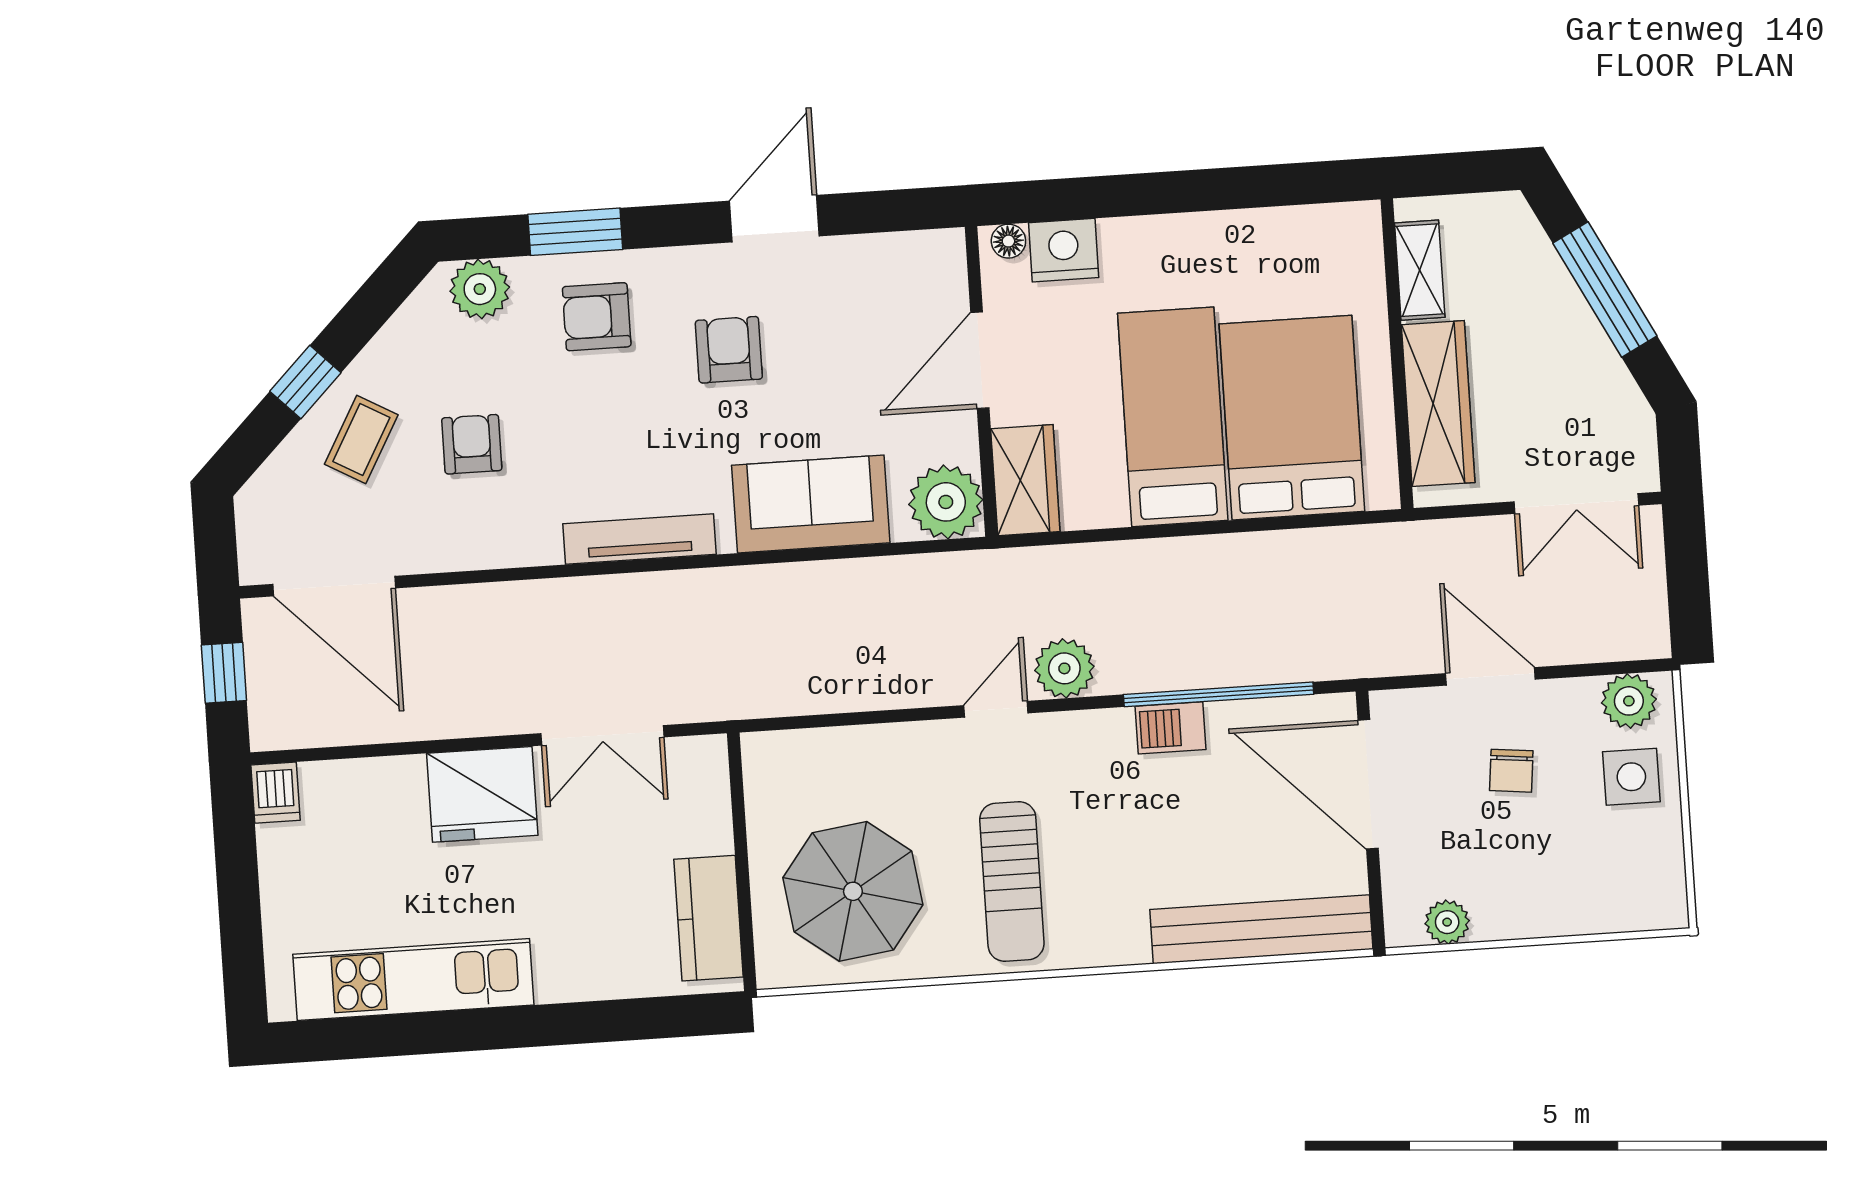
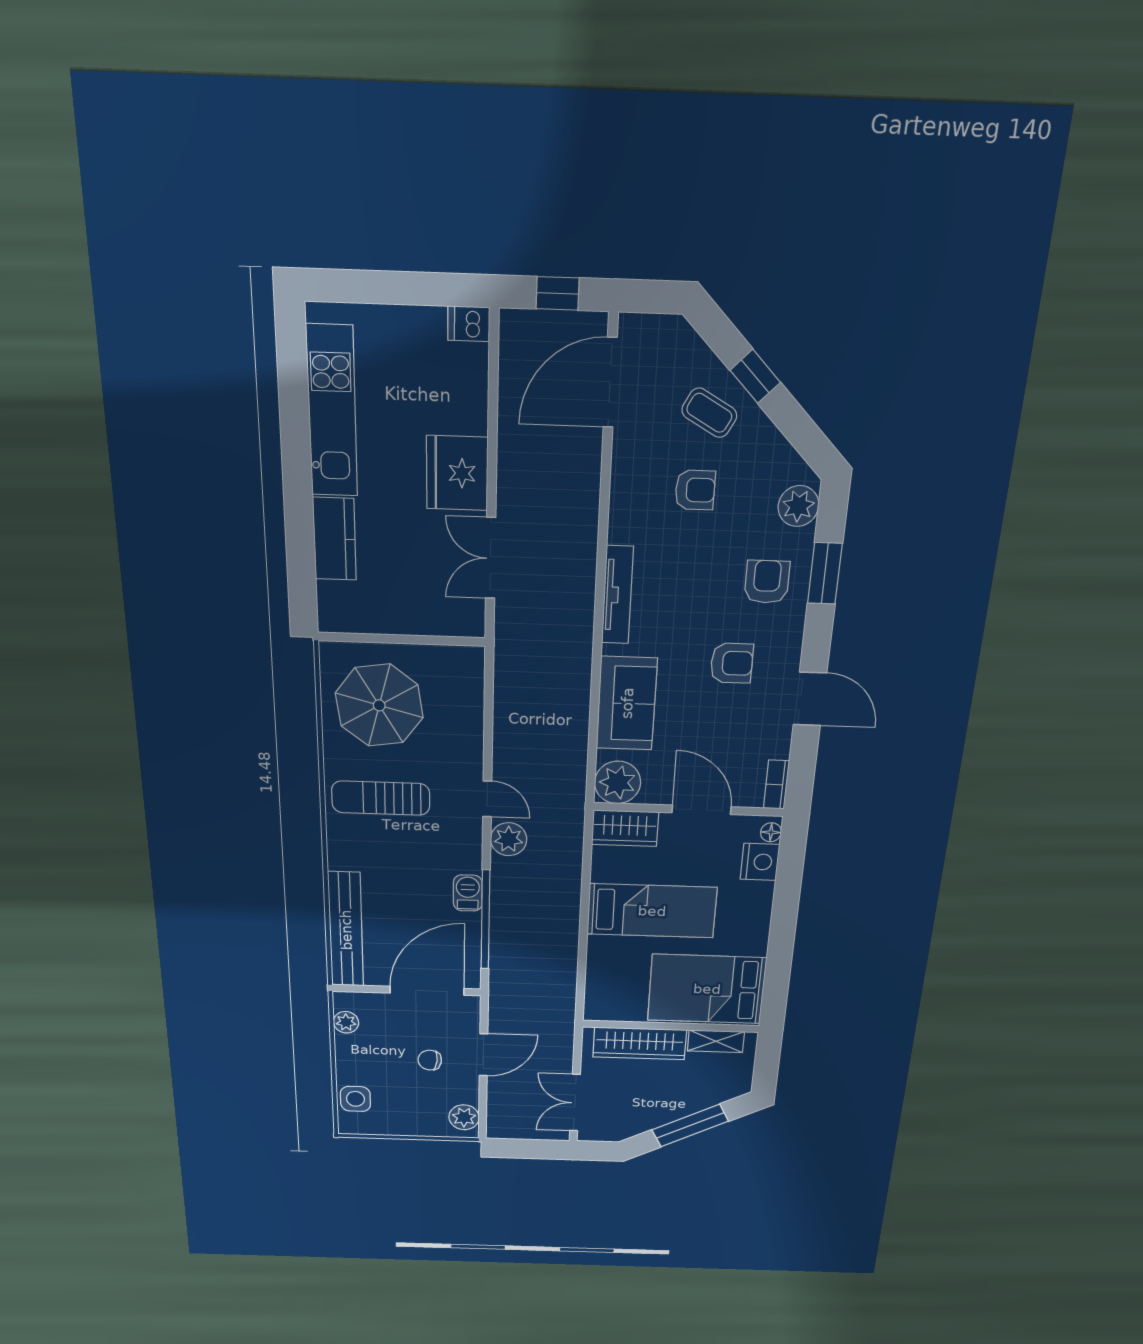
bookcase: (924, 247) -> (776, 785), added
bed: (1292, 418) -> (707, 989), moved, turned 180
side table: (1631, 777) -> (355, 1099), moved
kitchen counter: (709, 918) -> (334, 539), moved, turned 90

